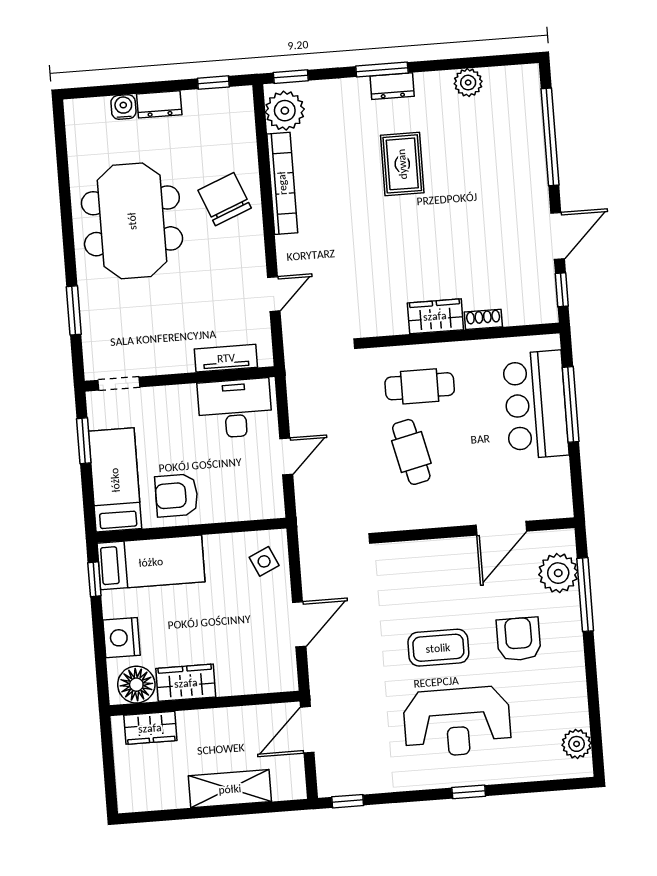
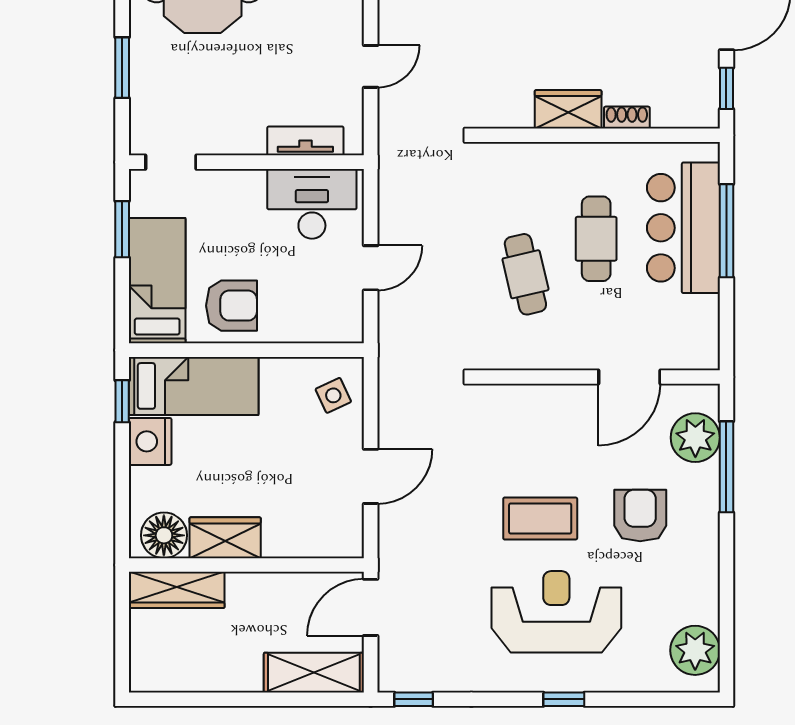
cafe table: (420, 386) -> (596, 239), moved, turned 90
armchair: (177, 495) -> (232, 306), turned 180
nightstand: (122, 638) -> (150, 441), moved
reception desk: (457, 722) -> (556, 612), turned 180
wardrobe: (150, 728) -> (177, 590), width x1.50
plant: (577, 744) -> (695, 650), width x1.36, depth x1.36
shelving: (230, 789) -> (314, 673), moved

